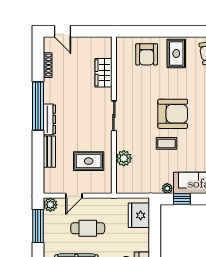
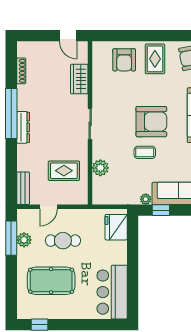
door: (63, 31) -> (68, 36), moved
bench: (49, 152) -> (23, 188), moved
plant: (50, 205) -> (24, 240), moved

